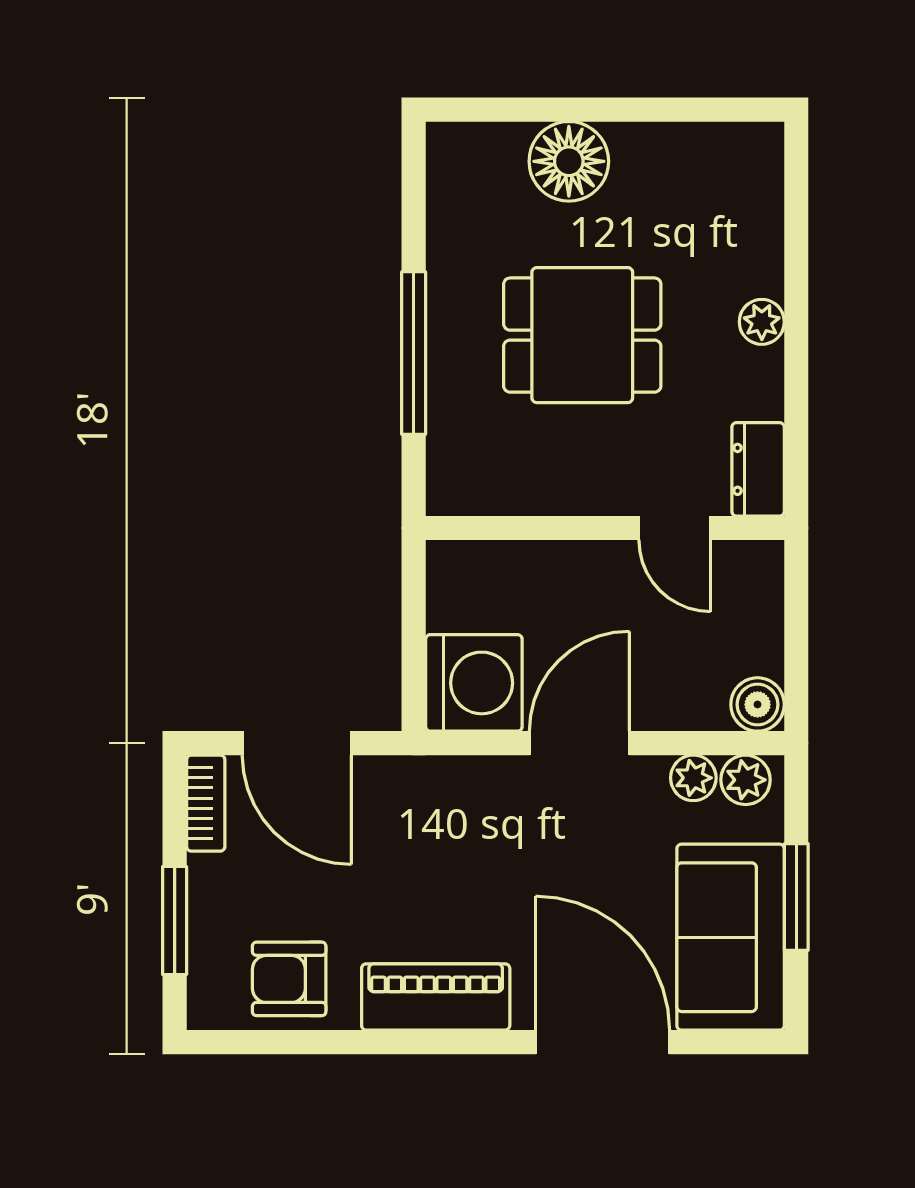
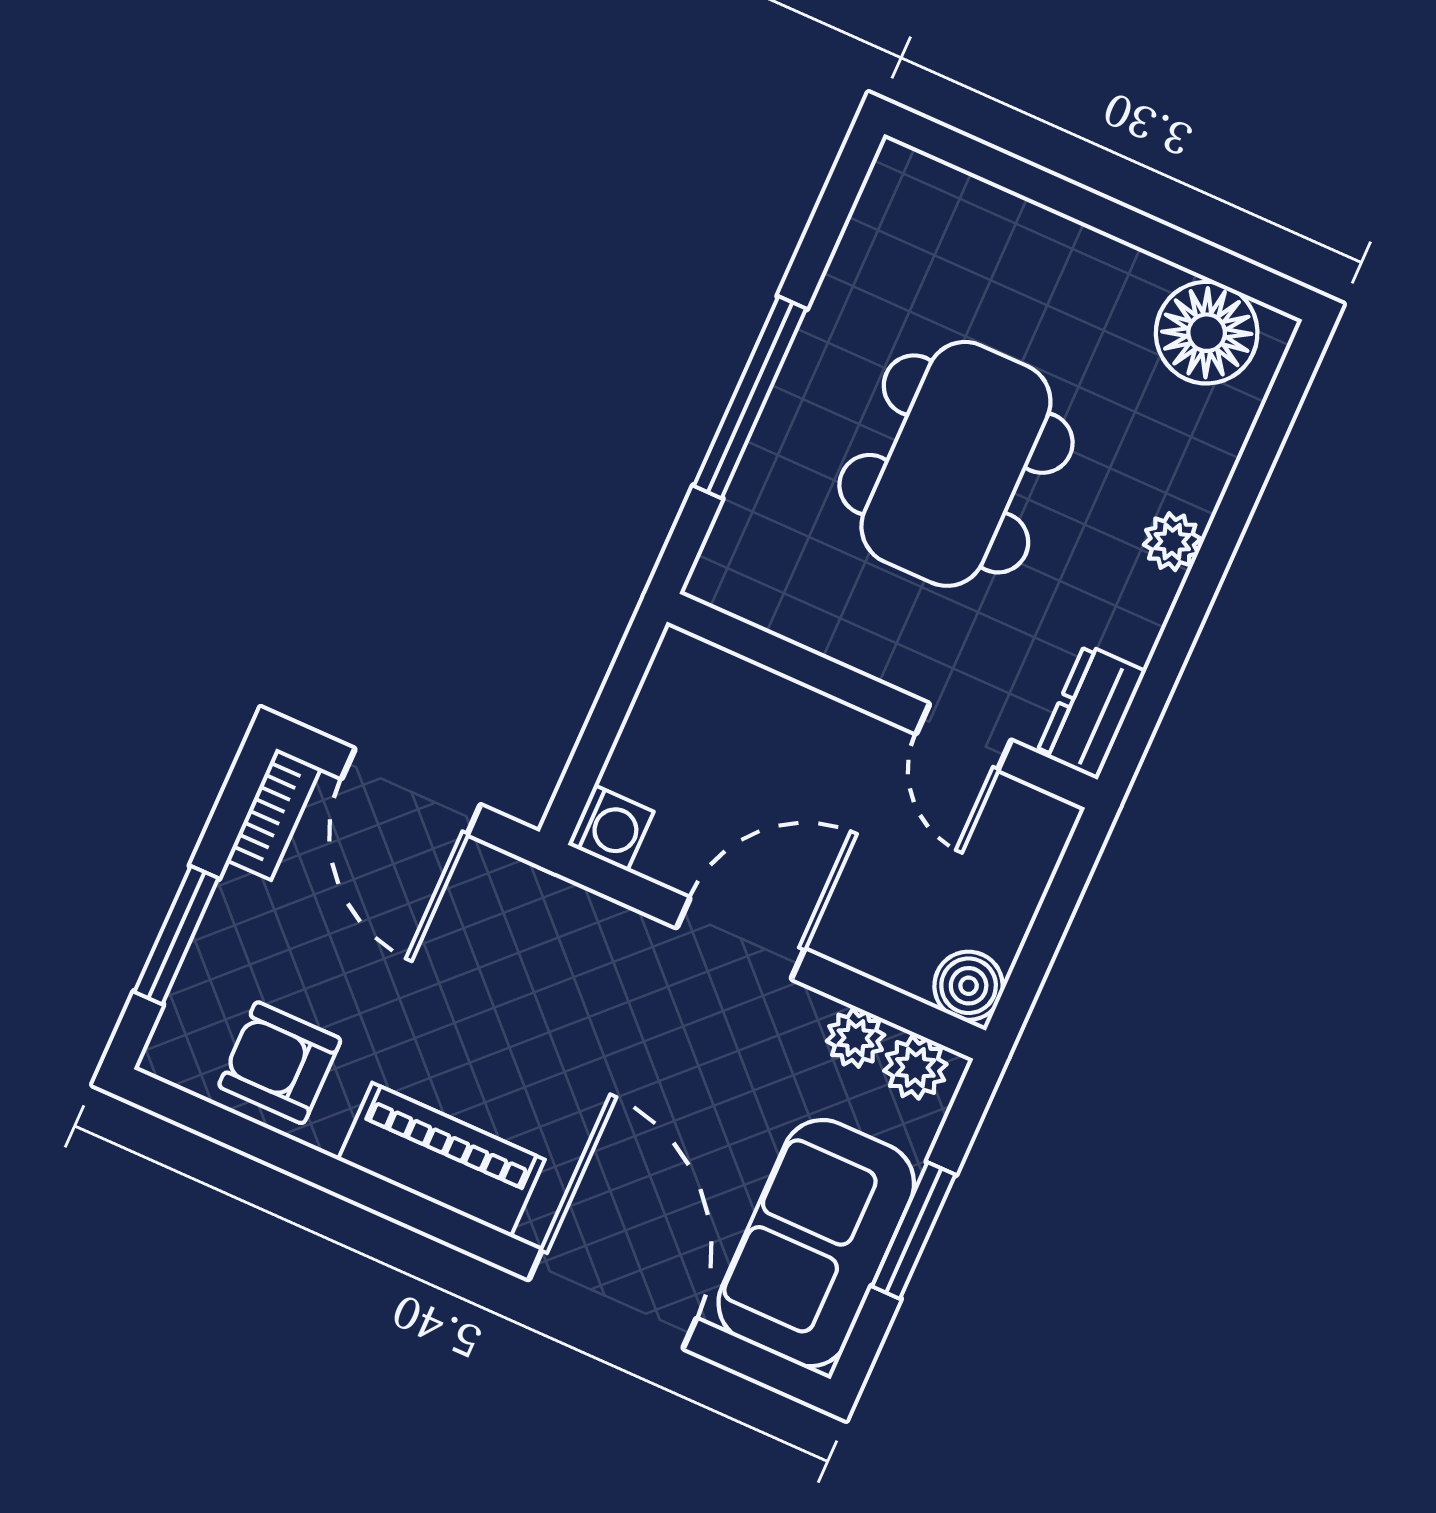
floor lamp: (569, 161) -> (1207, 333), moved
dining table: (582, 335) -> (956, 464), width x1.38
washing machine: (474, 683) -> (611, 828), width x0.53, depth x0.53

